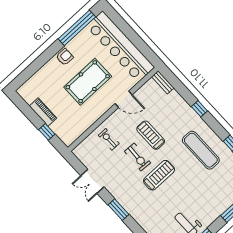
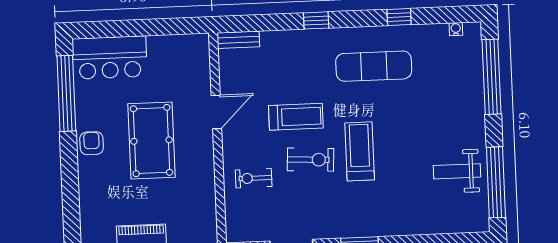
bar counter: (120, 46) -> (110, 58), width x0.54
treadmill: (151, 135) -> (296, 117), turned 180

